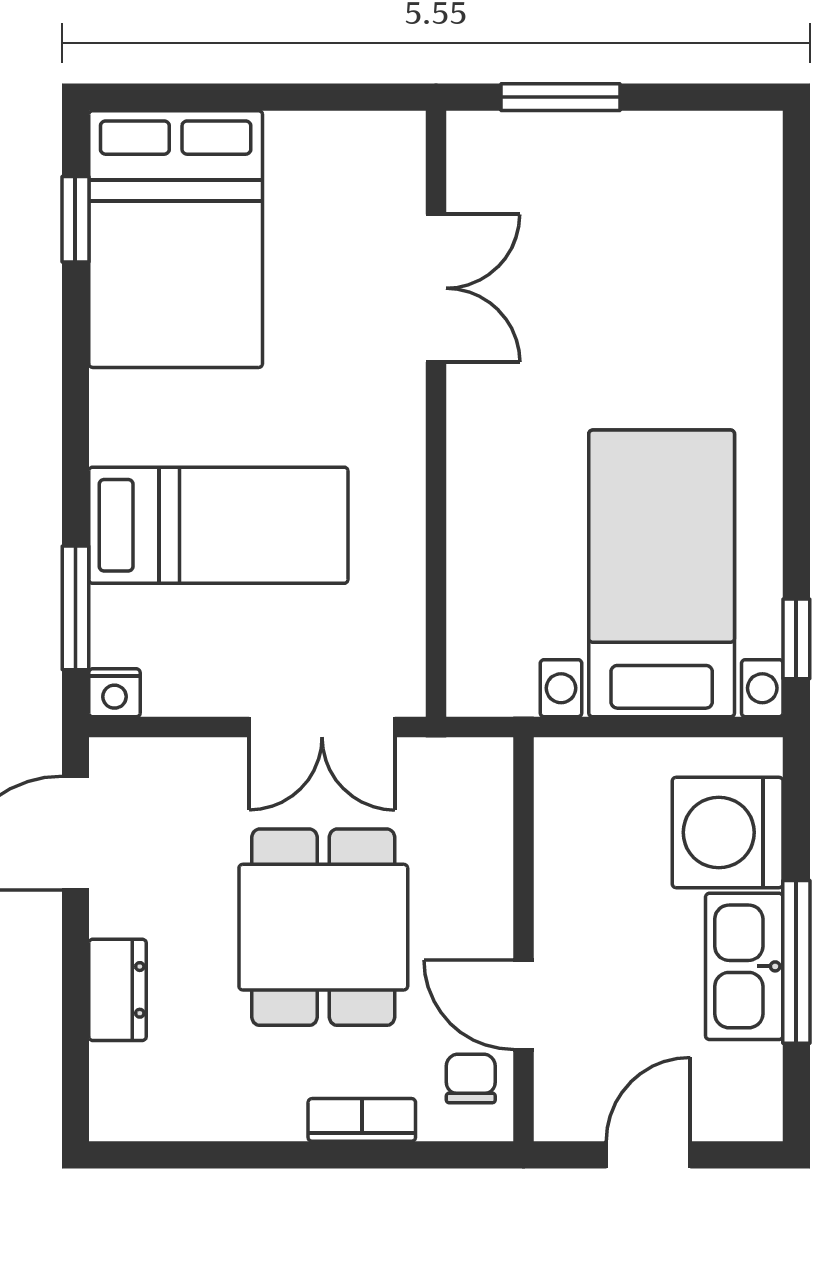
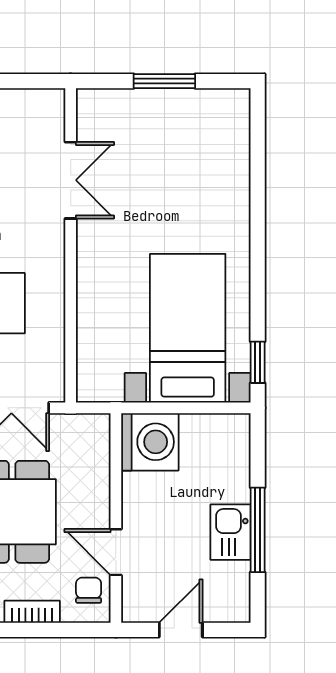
window: (561, 97) -> (164, 81), moved
washing machine: (728, 832) -> (150, 442), moved, turned 180
kitchen sink: (744, 966) -> (231, 532), width x0.73

